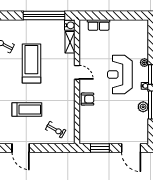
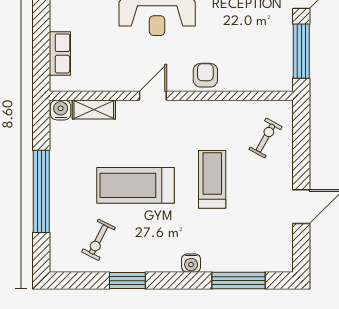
window: (44, 16) -> (41, 191), moved
treadmill: (27, 110) -> (212, 179), moved
window: (100, 148) -> (301, 51), width x1.44

